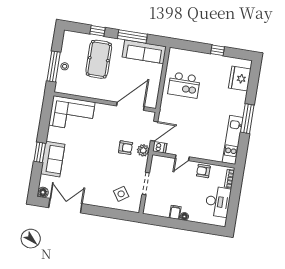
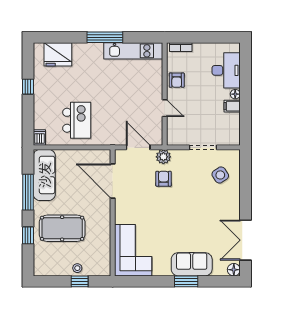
window: (54, 66) -> (80, 281), width x0.46
dishwasher: (160, 147) -> (39, 137), moved
desk: (218, 202) -> (226, 70), moved, turned 90

